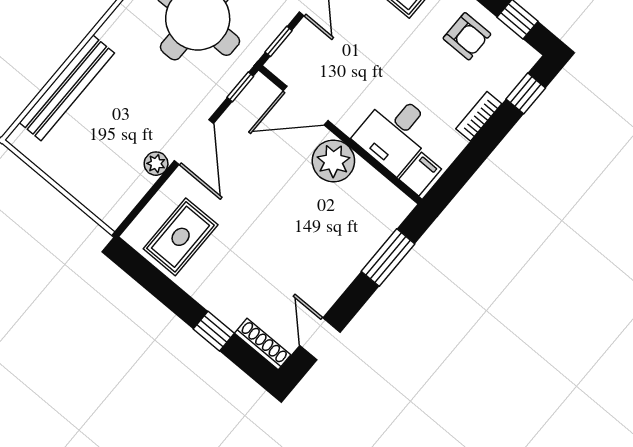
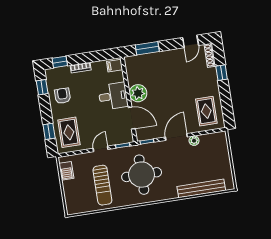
desk: (395, 133) -> (113, 96), moved
rug: (181, 237) -> (206, 111), turned 90

